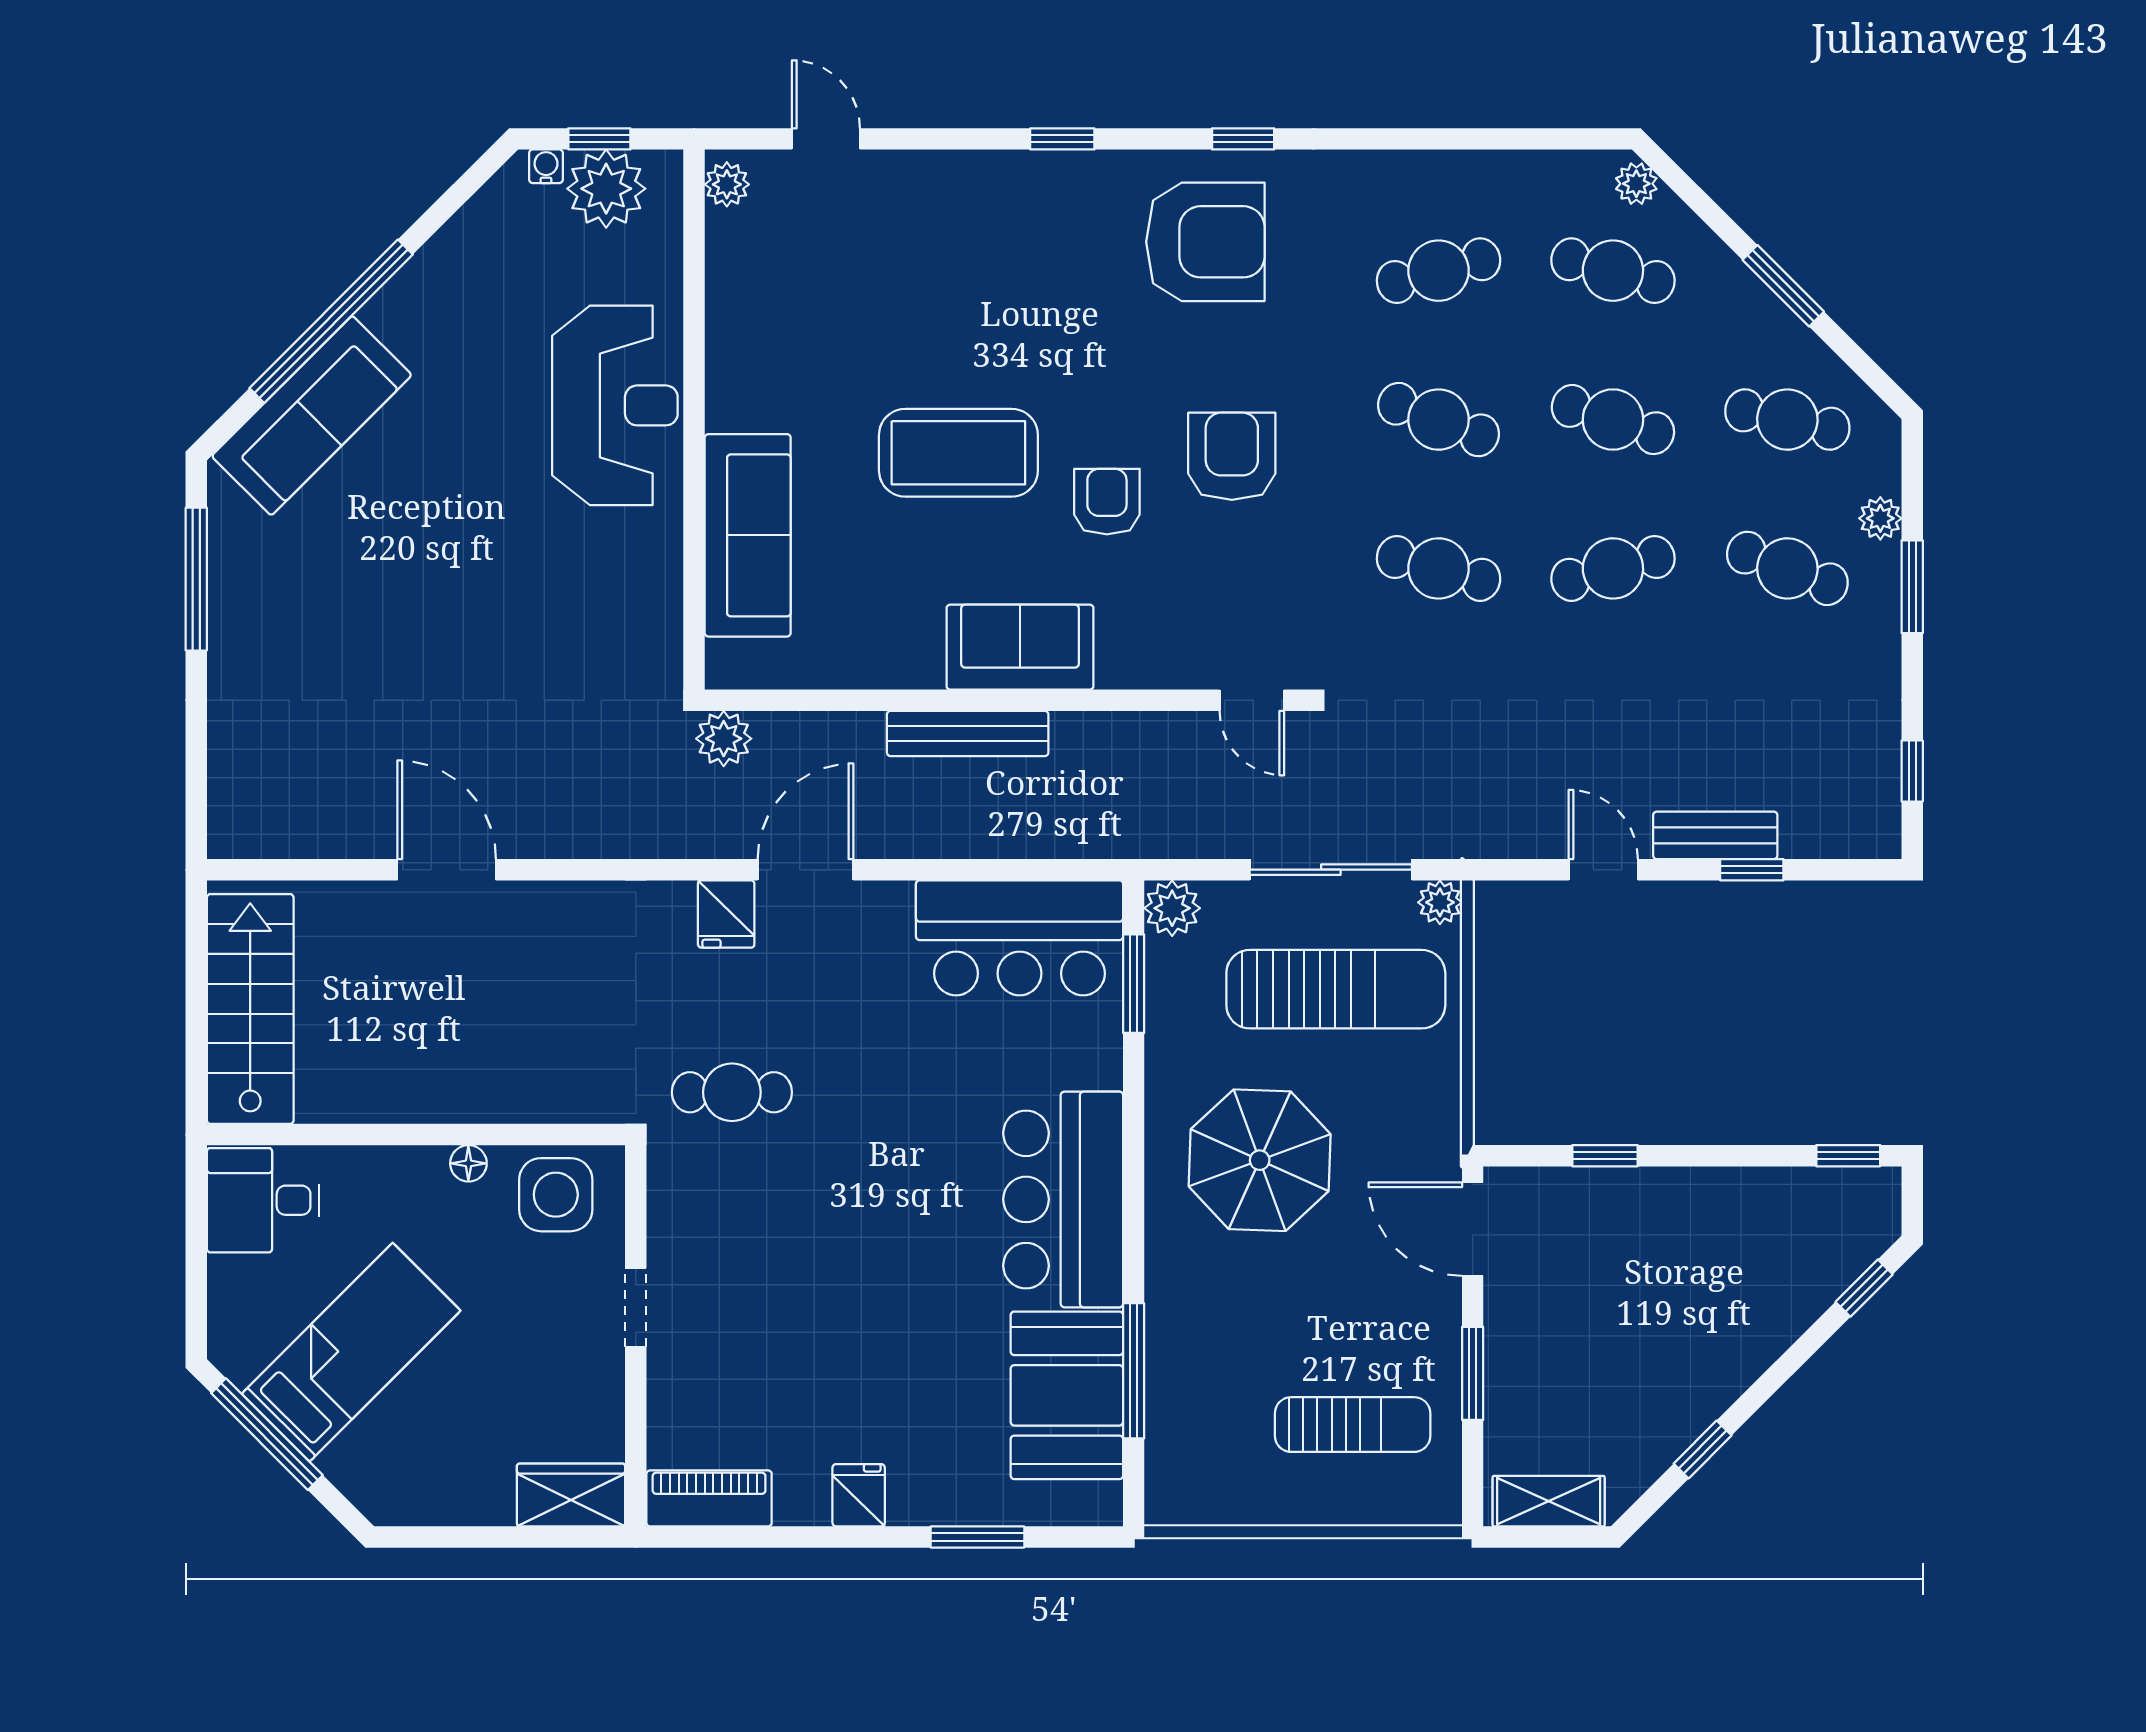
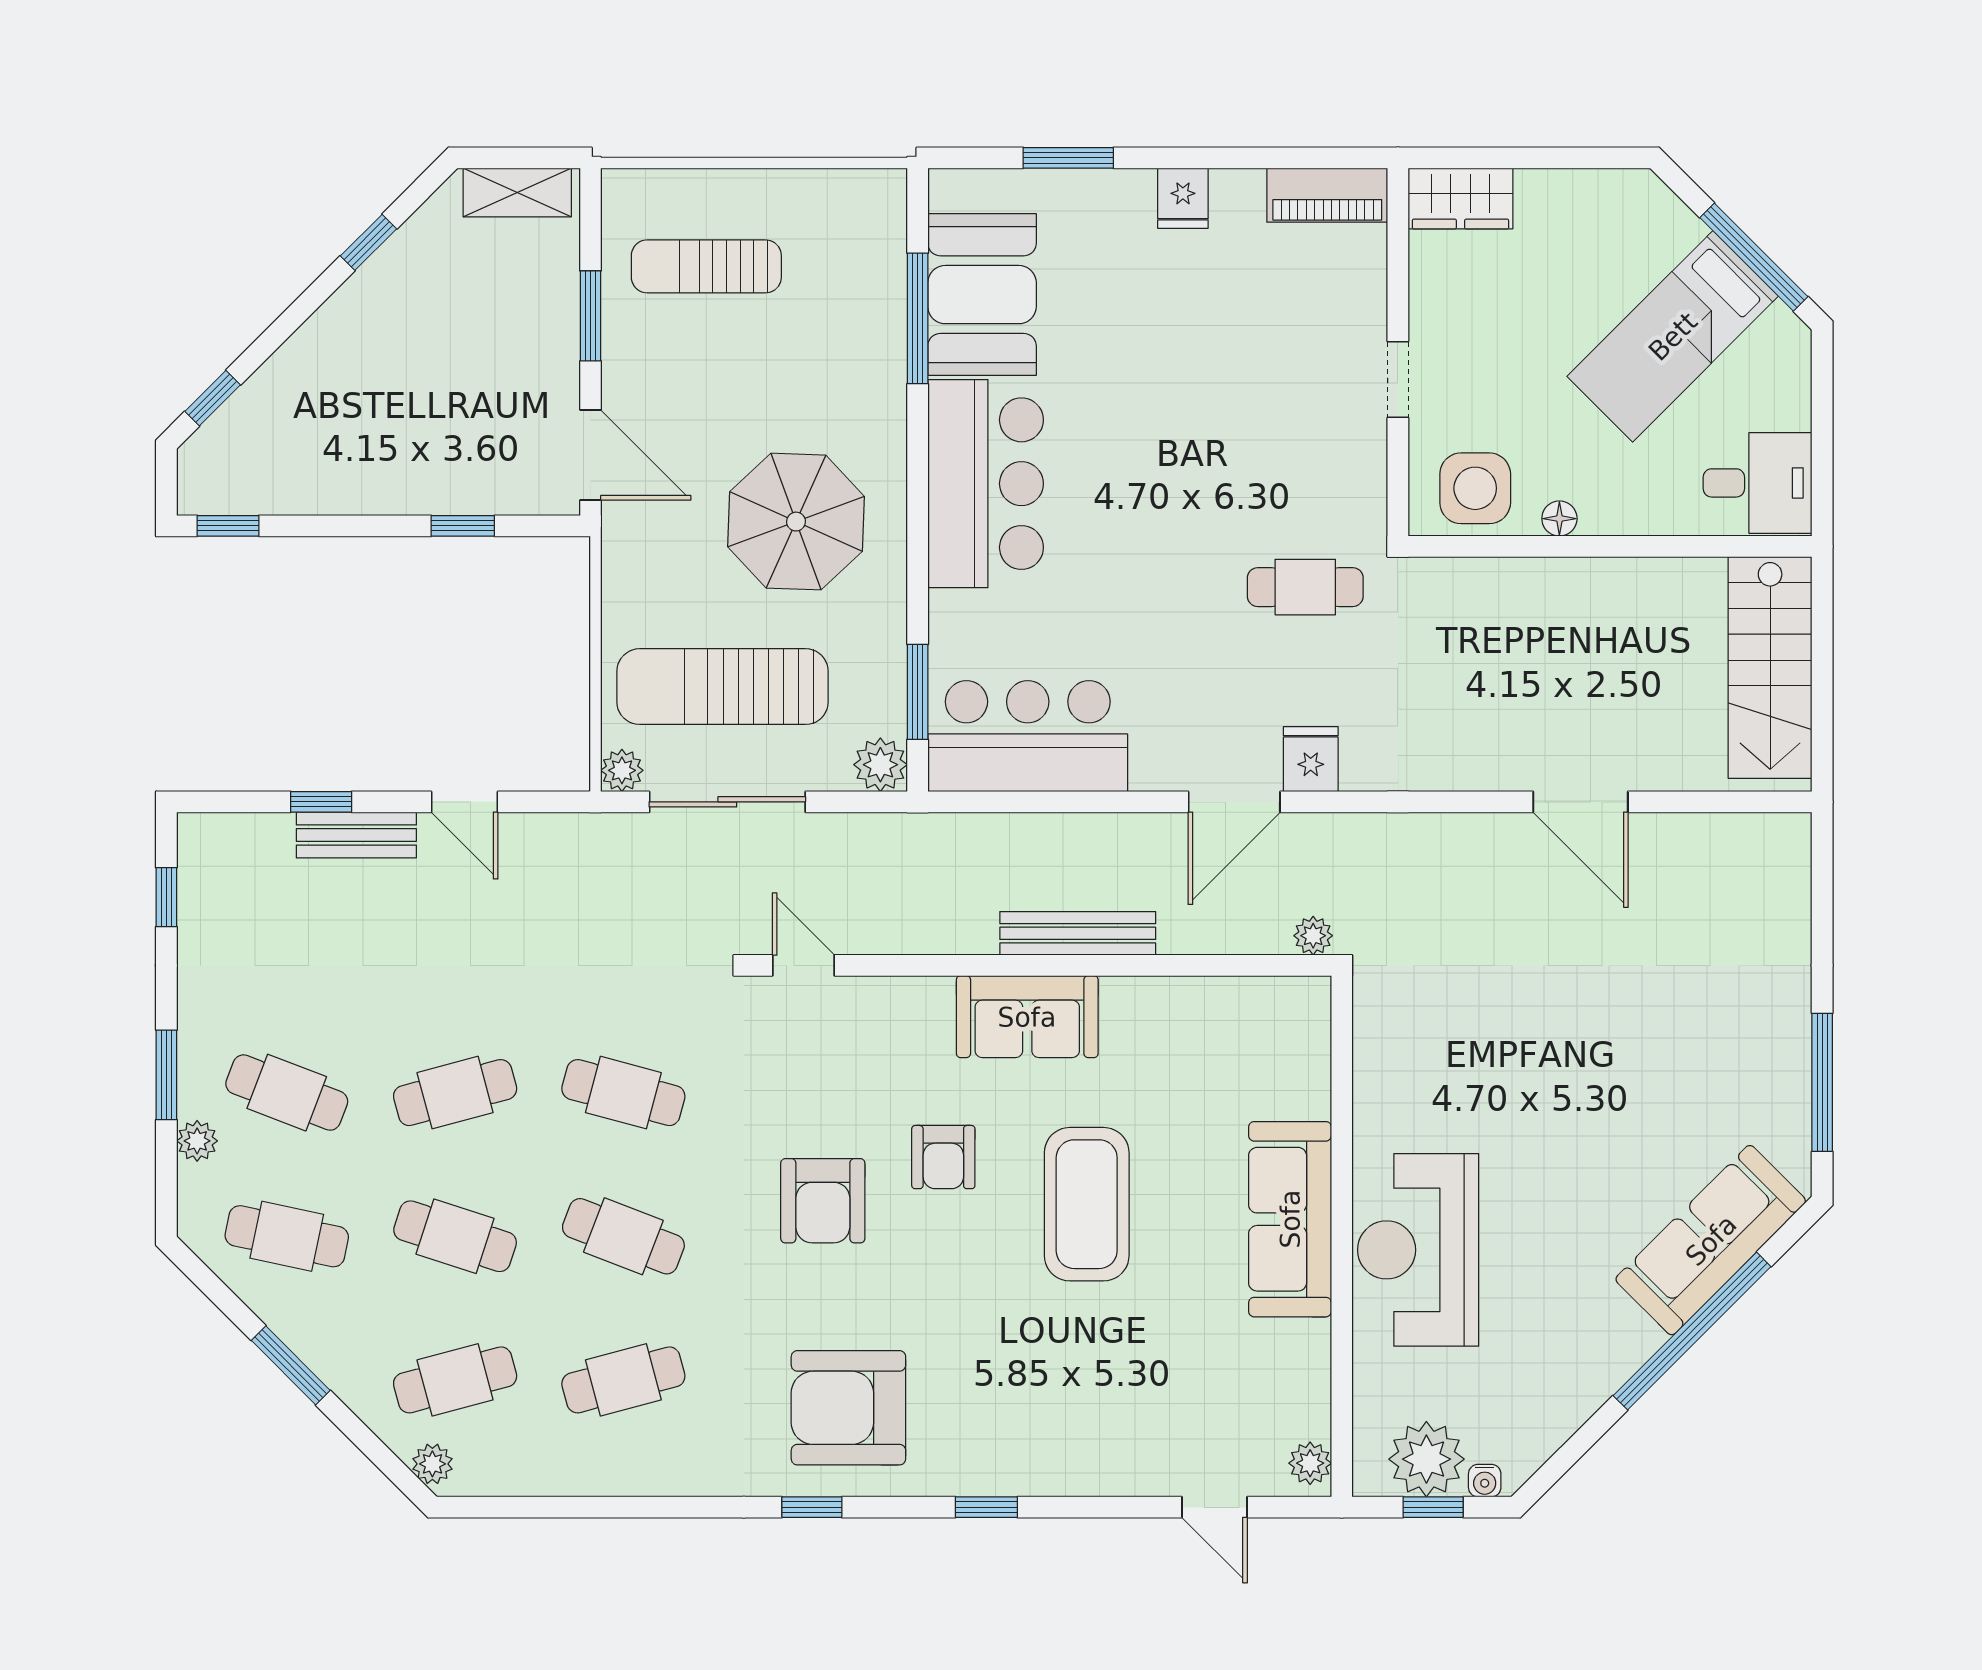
cafe table: (1613, 271) -> (455, 1380), turned -30
coffee table: (958, 453) -> (1087, 1204), turned 90
sofa: (748, 535) -> (1290, 1219), moved
plant: (724, 739) -> (1313, 936), width x0.73, depth x0.73

